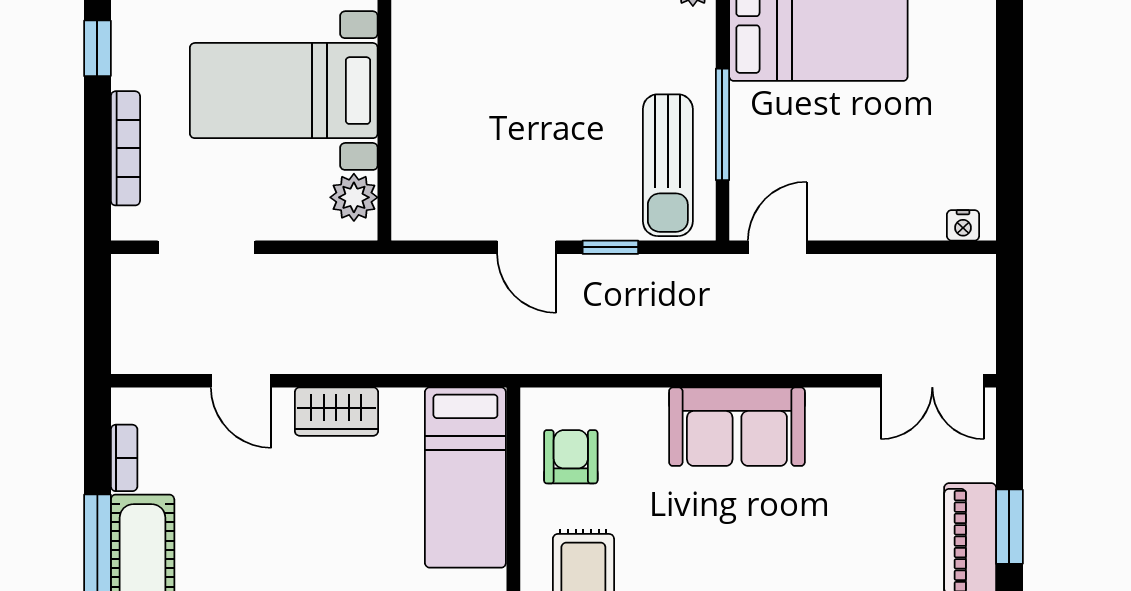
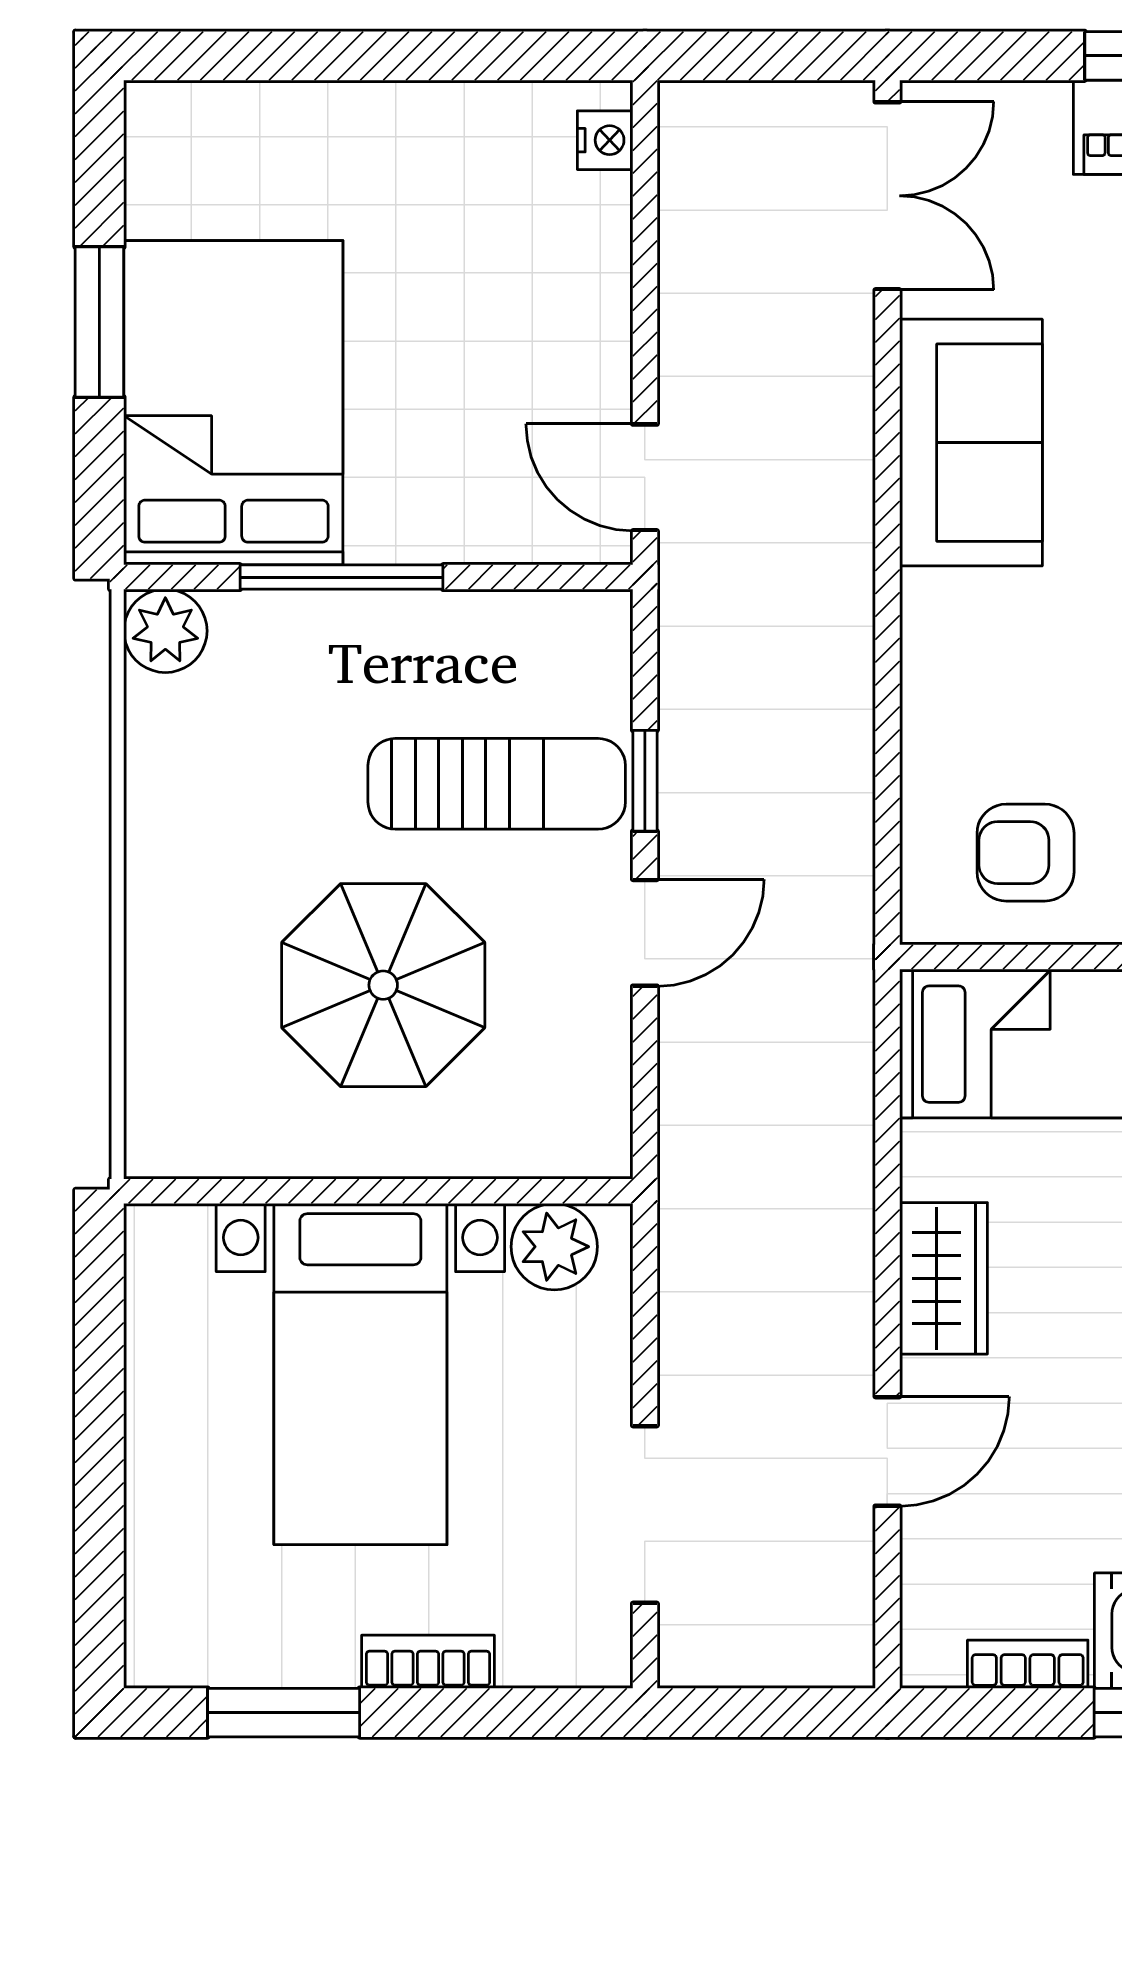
window: (97, 48) -> (284, 1713), width x1.50
parasol: (498, 103) -> (383, 985), added
window: (722, 124) -> (342, 577), moved
bookcase: (125, 148) -> (428, 1662), width x0.64
sun lounger: (668, 165) -> (497, 784), moved
sofa: (737, 427) -> (971, 443), moved

